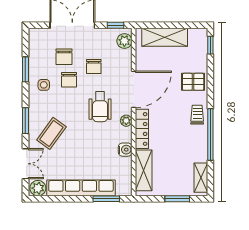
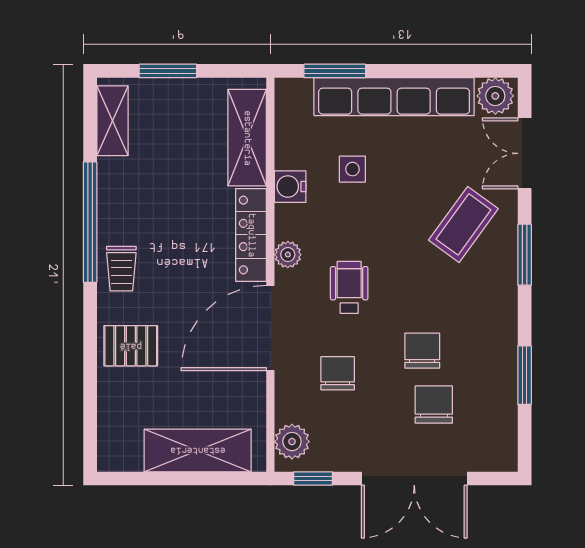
window: (210, 45) -> (90, 432), removed
chair: (94, 67) -> (338, 373), moved
side table: (44, 85) -> (352, 169), moved
wheelchair: (100, 107) -> (349, 287), width x0.73, depth x0.73

